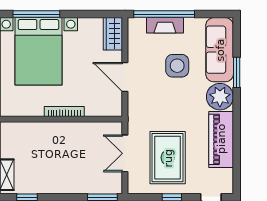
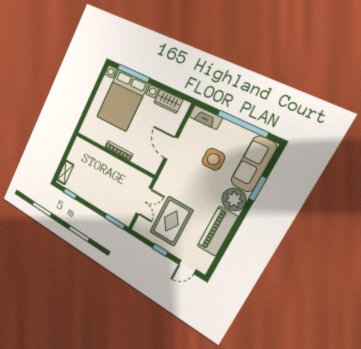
window: (164, 14) -> (243, 124), moved
fireplace: (165, 25) -> (206, 117), moved
wardrobe: (113, 34) -> (168, 101), moved, turned -90
double door: (125, 153) -> (144, 201), swing flipped

